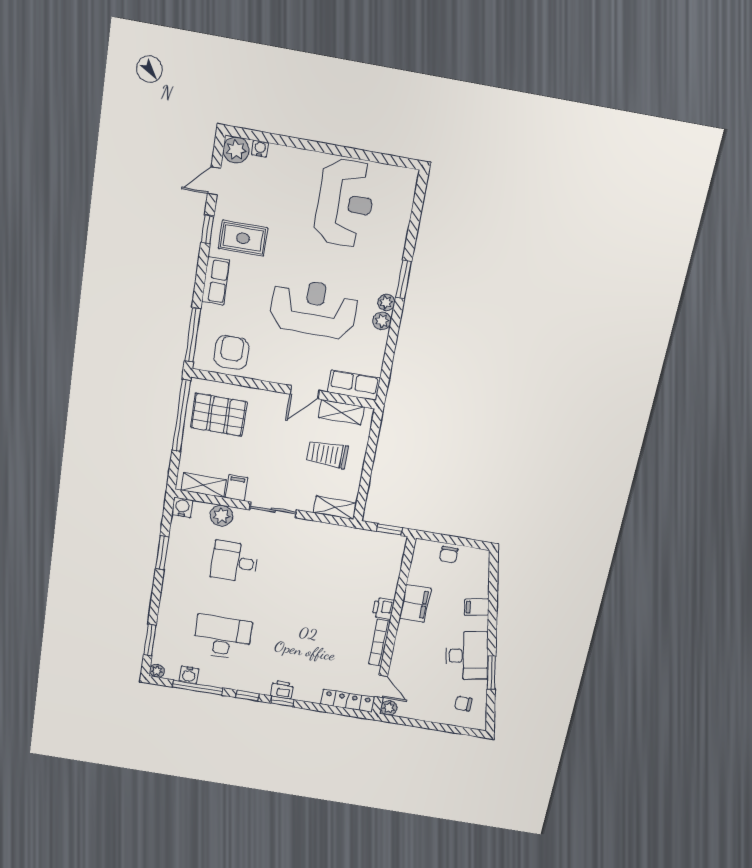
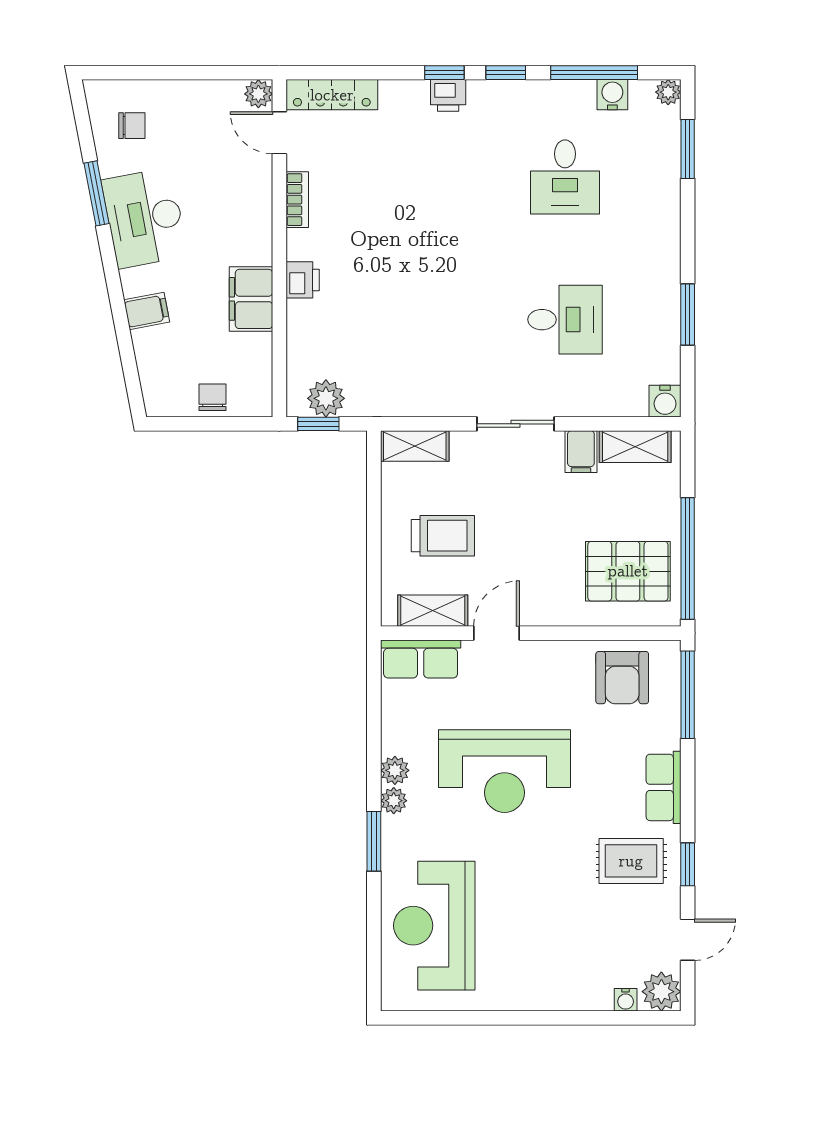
reception desk: (345, 203) -> (434, 926), moved
plant: (221, 516) -> (326, 398), moved
desk: (223, 637) -> (565, 177), width x0.73
bookcase: (380, 643) -> (297, 200), width x0.64

